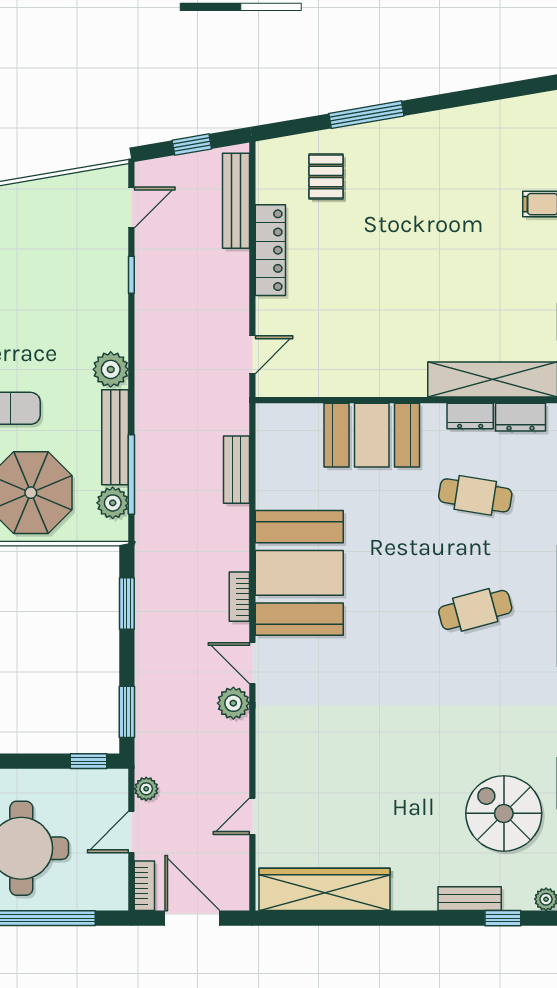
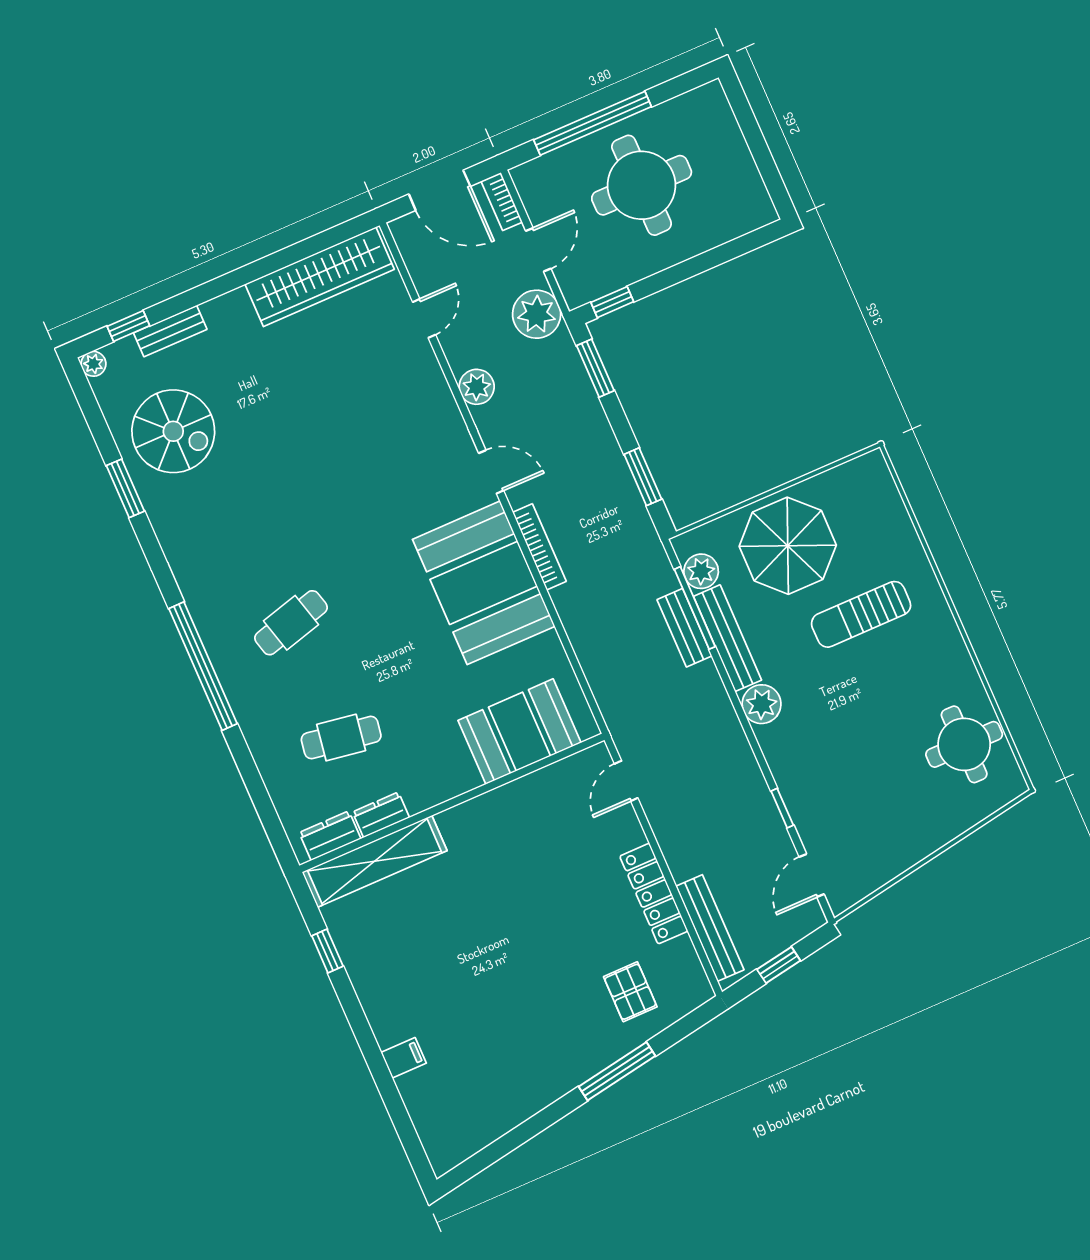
booth: (372, 435) -> (520, 732), moved
bench: (236, 470) -> (684, 628), moved
bookcase: (239, 597) -> (539, 547), width x1.56
plant: (233, 703) -> (477, 387), moved
plant: (146, 789) -> (537, 314), width x1.87, depth x1.87

